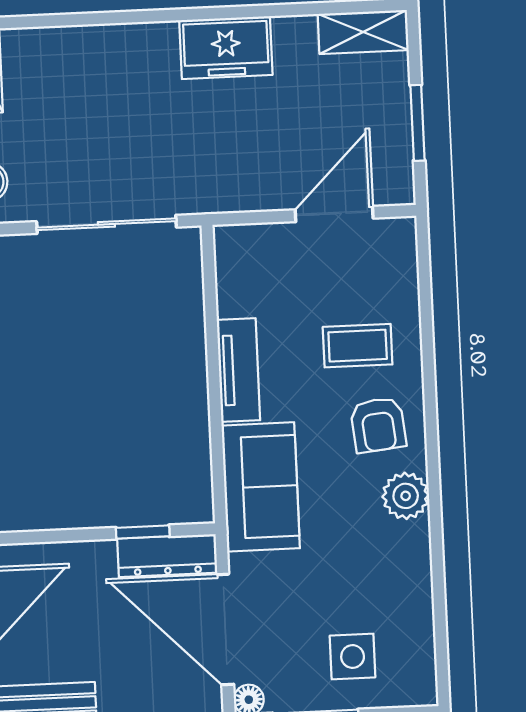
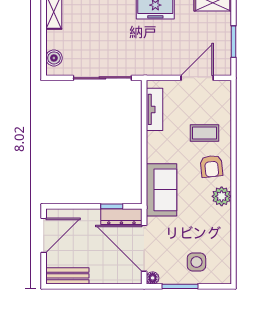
tv unit: (238, 370) -> (154, 109), moved

